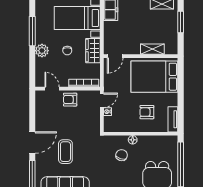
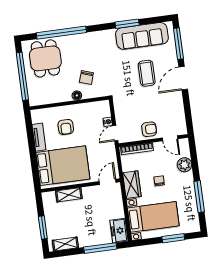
plant: (42, 51) -> (184, 165), moved
armchair: (147, 112) -> (66, 127), turned 90
tv unit: (173, 119) -> (39, 137), moved

